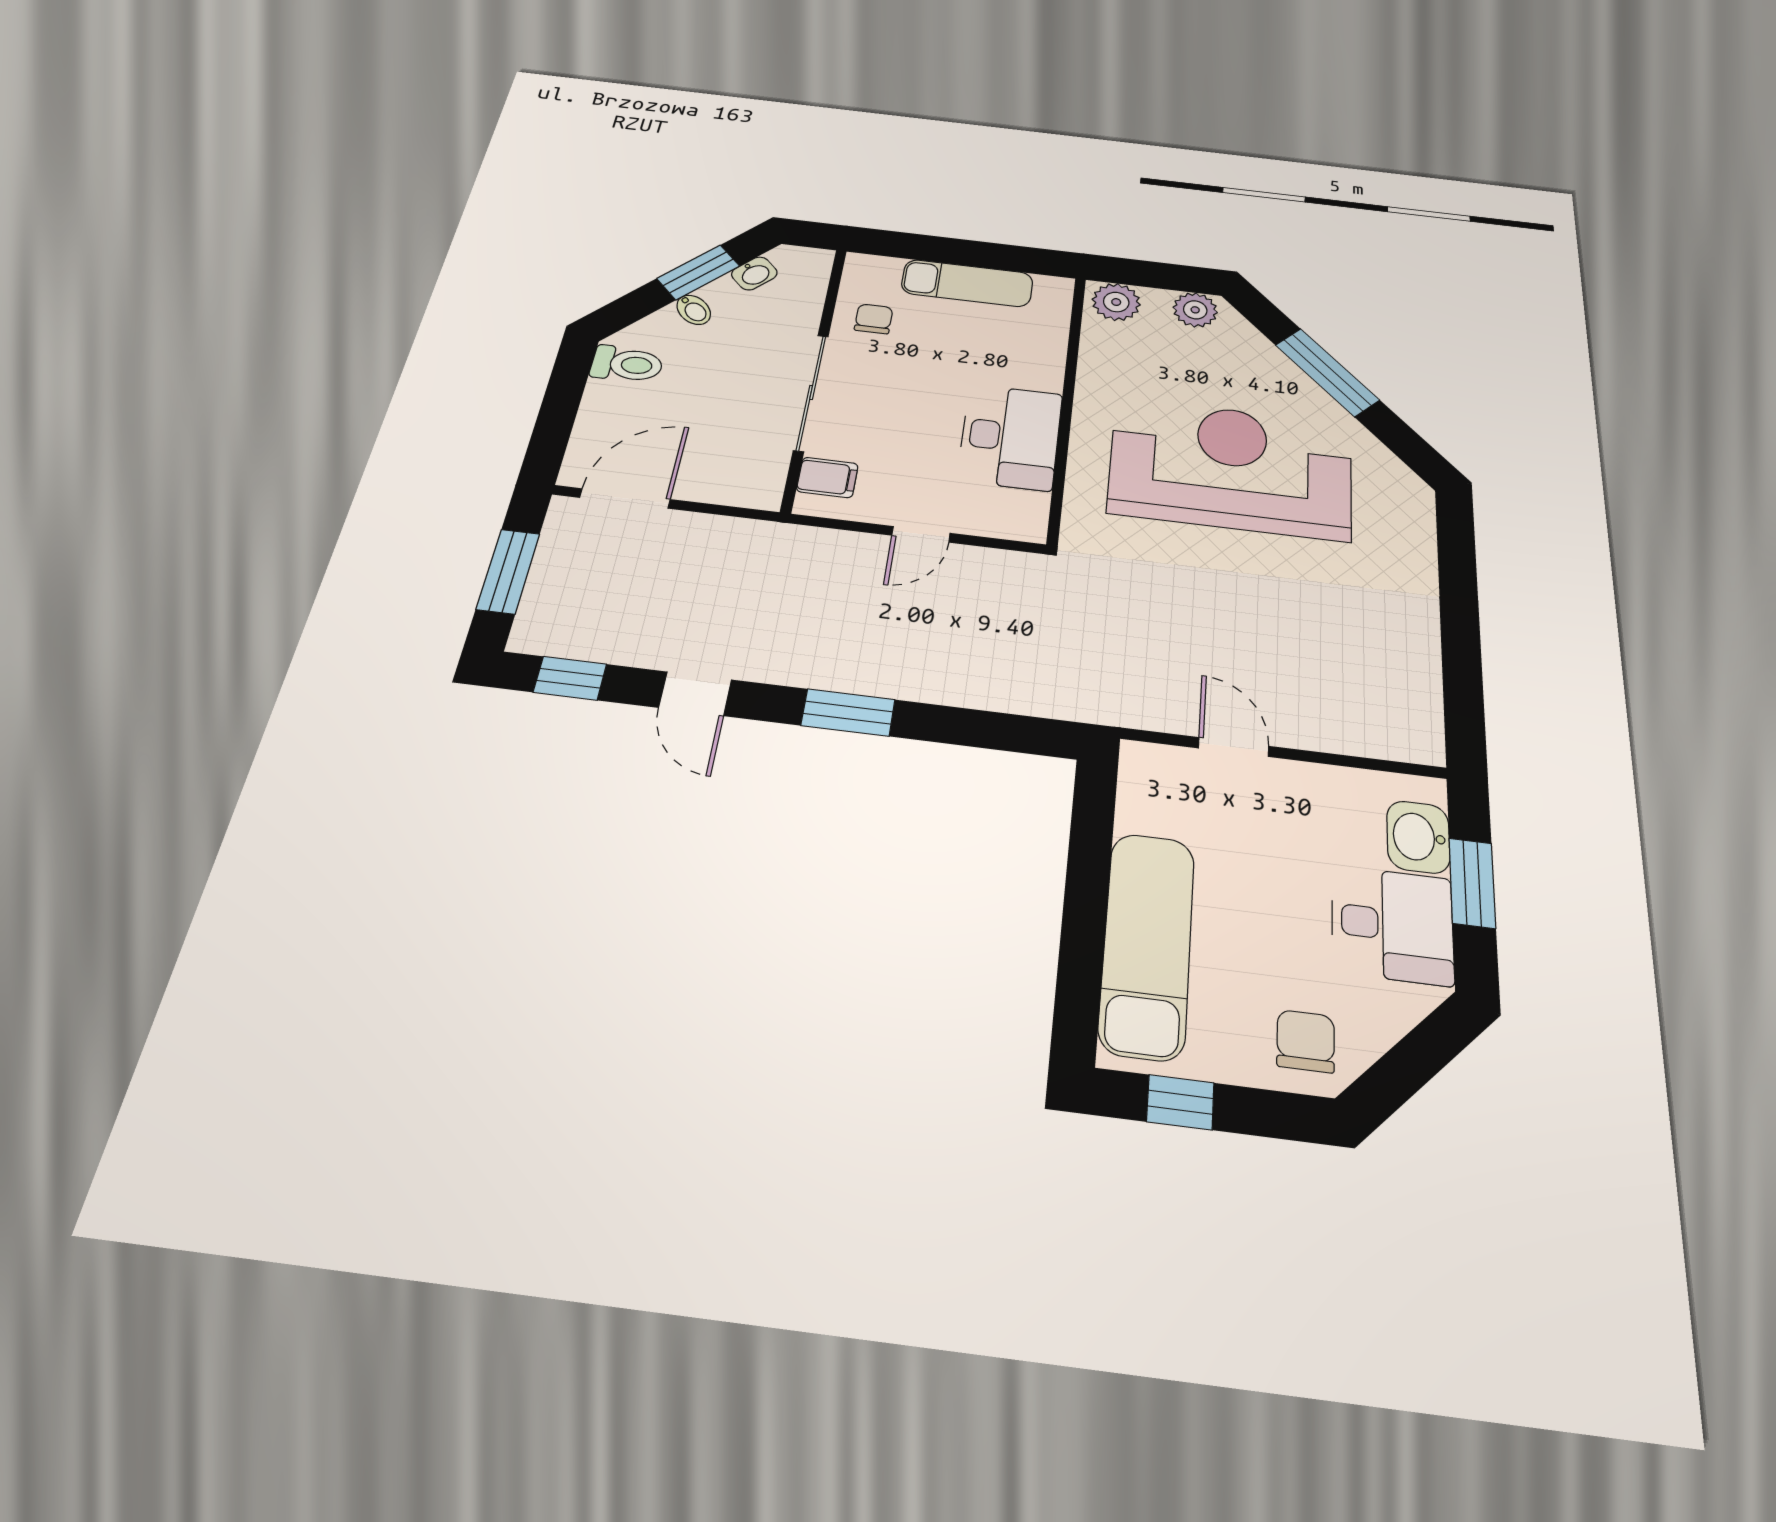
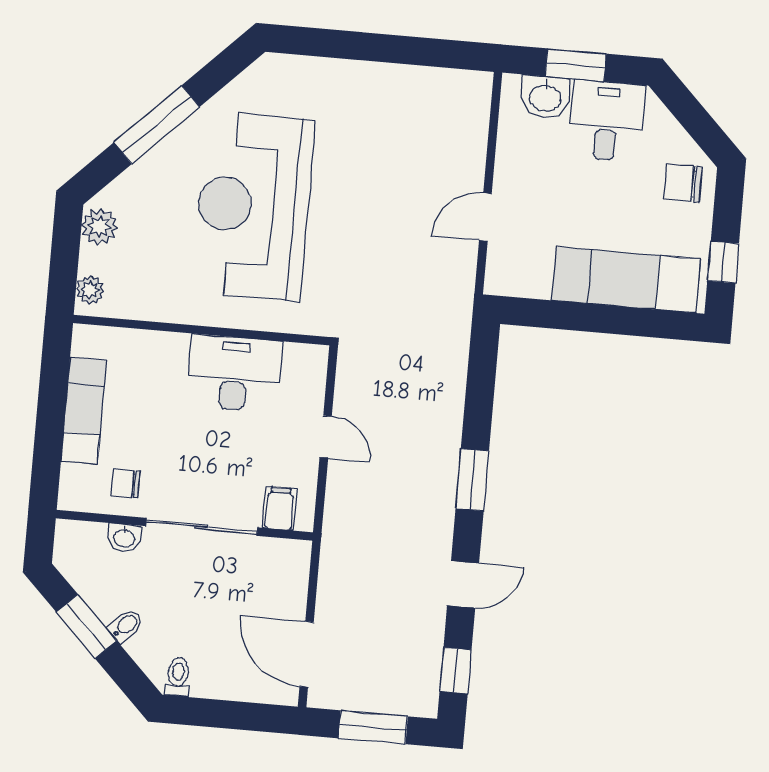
washbasin: (754, 273) -> (124, 538), moved, turned 135
plant: (1116, 302) -> (90, 290), width x0.73, depth x0.73
toilet: (627, 364) -> (178, 677), width x0.73, depth x0.72

